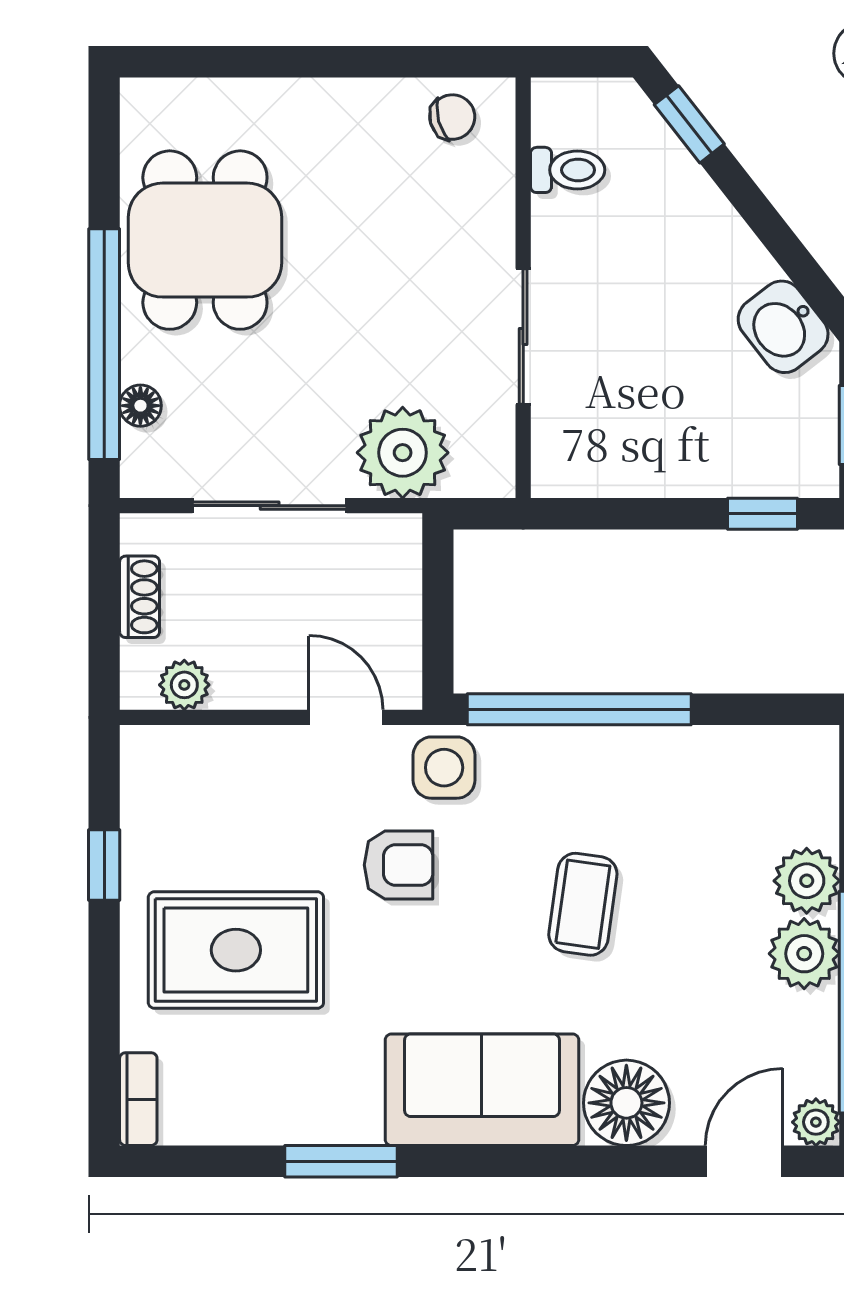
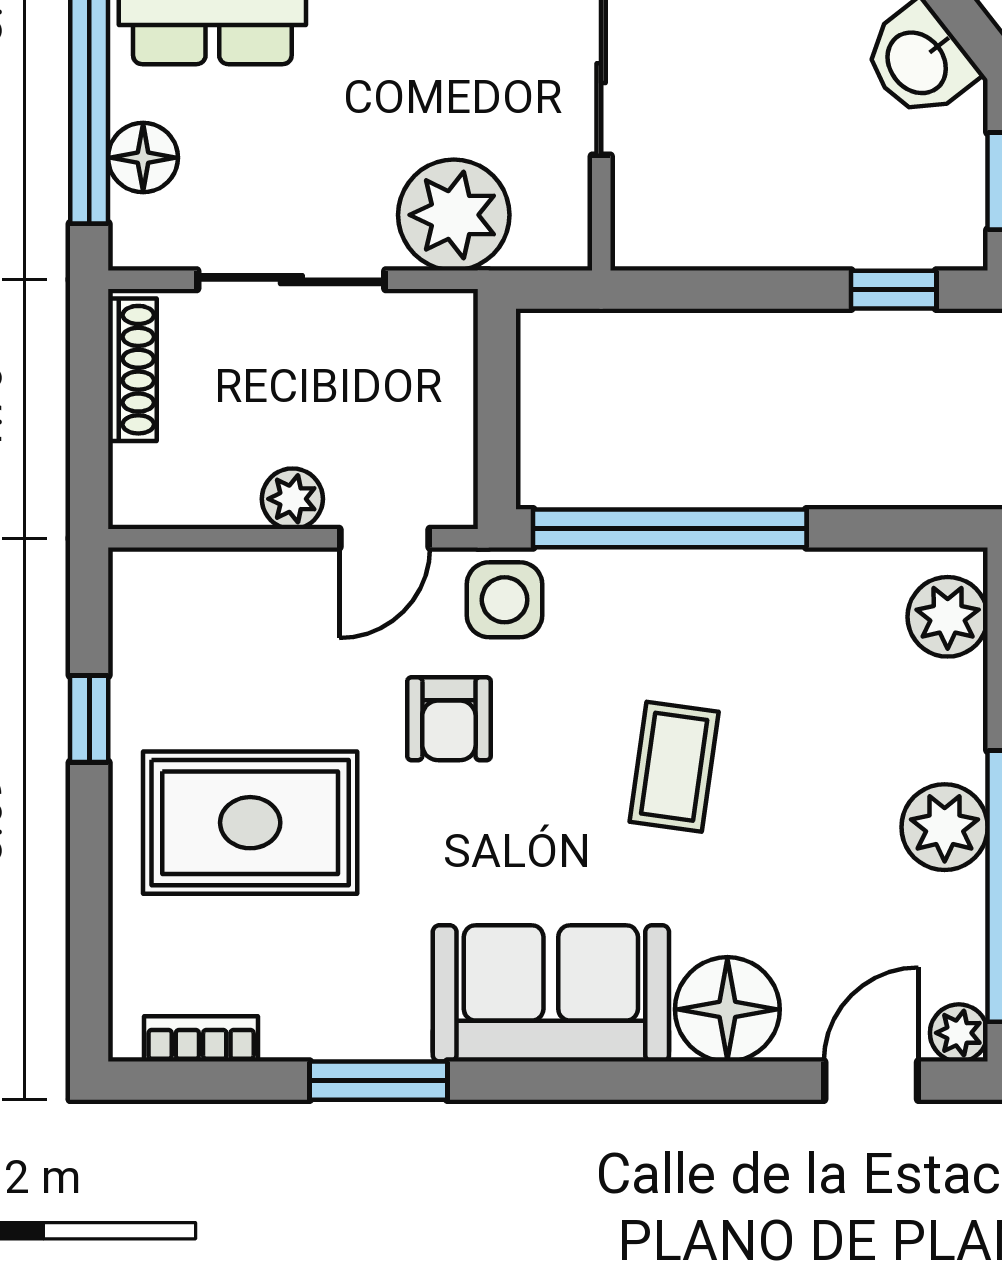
floor lamp: (140, 406) -> (143, 158), width x1.37, depth x1.37
shoe rack: (140, 597) -> (132, 370), width x1.43
plant: (184, 685) -> (292, 499), moved
door: (346, 717) -> (385, 538), swing flipped
armchair: (399, 865) -> (449, 719), turned 90
plant: (807, 881) -> (948, 617), moved
bookcase: (138, 1099) -> (201, 1039), moved, turned -90

